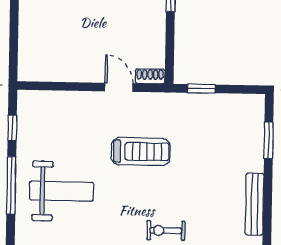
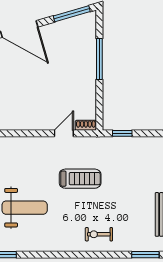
door: (119, 87) -> (64, 133), hinge flipped

